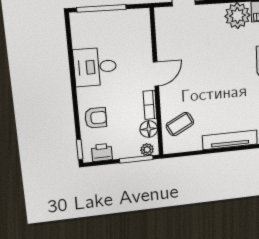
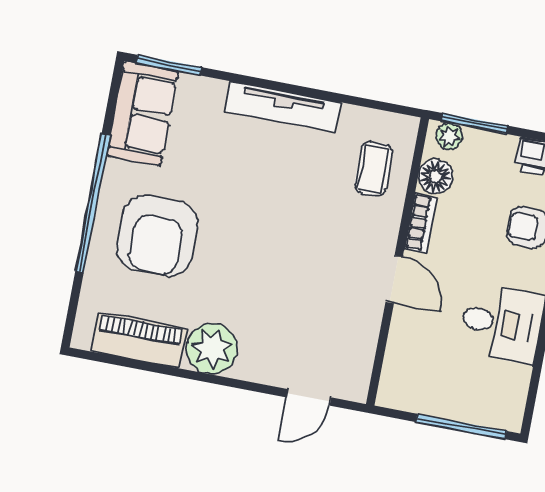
door: (156, 74) -> (394, 279), swing flipped
coffee table: (180, 124) -> (373, 169), turned -62

